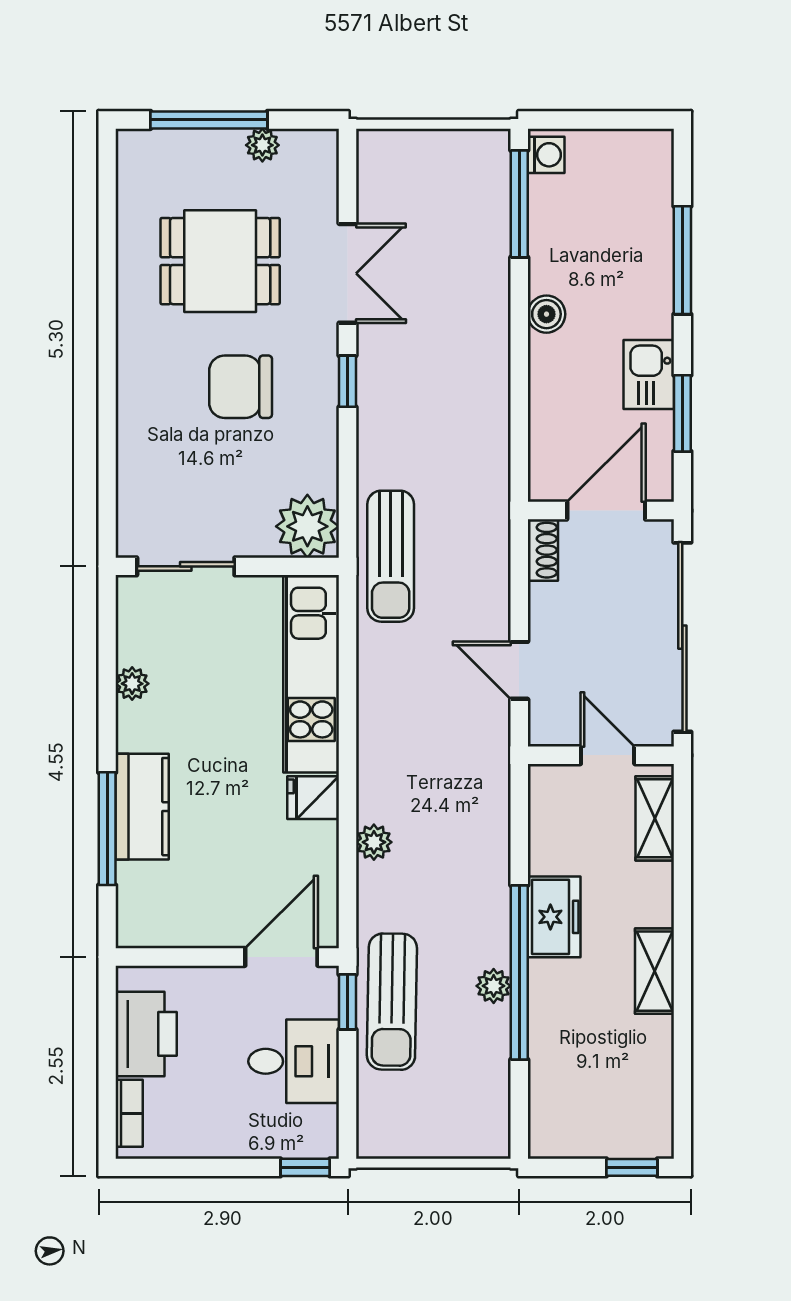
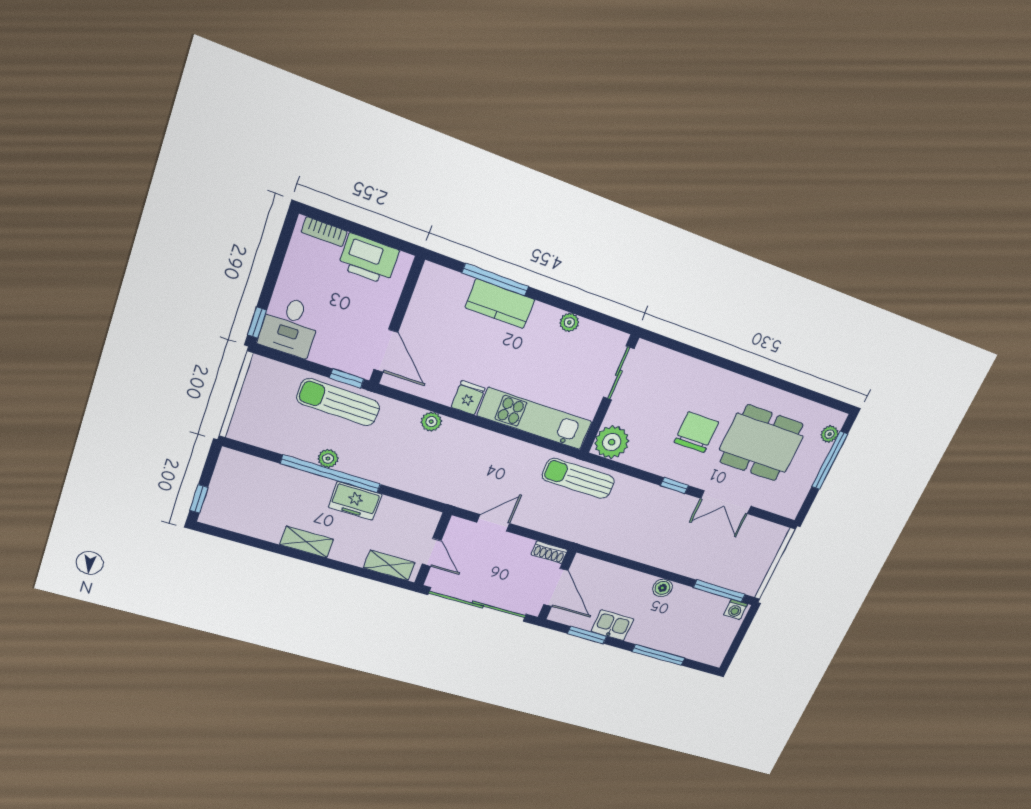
plant: (262, 145) -> (829, 434), moved
dining table: (220, 261) -> (761, 443), width x1.38
door: (608, 755) -> (432, 552), hinge flipped
desk: (294, 1061) -> (290, 326), moved

